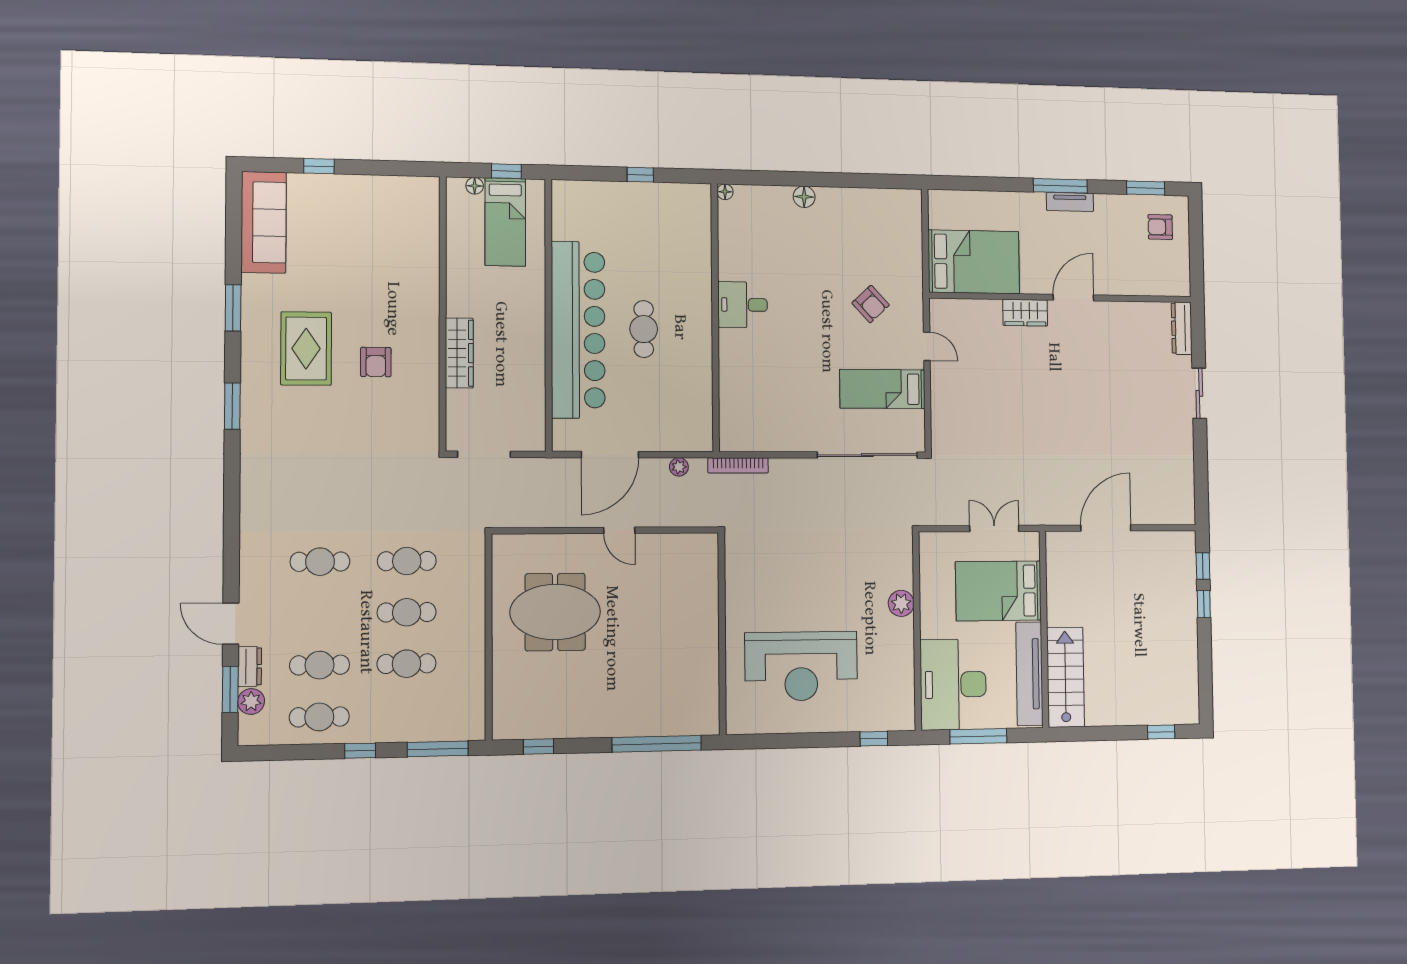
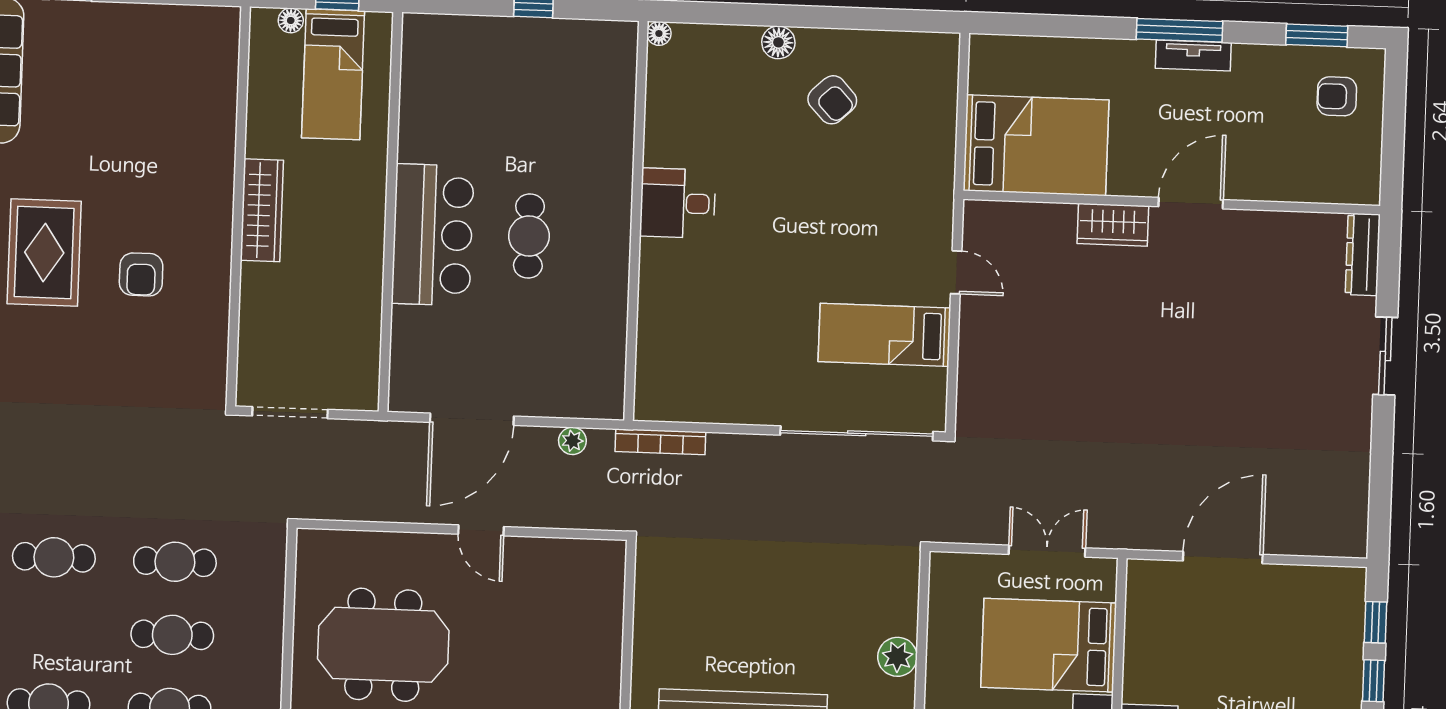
armchair: (871, 304) -> (832, 100), moved
bar counter: (578, 330) -> (433, 235), width x0.54
wardrobe: (459, 353) -> (262, 210), moved

